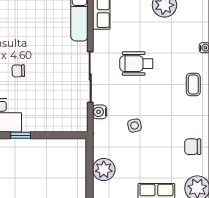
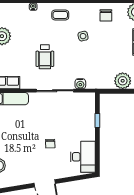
side table: (135, 126) -> (83, 36), moved
window: (21, 135) -> (97, 121), moved

